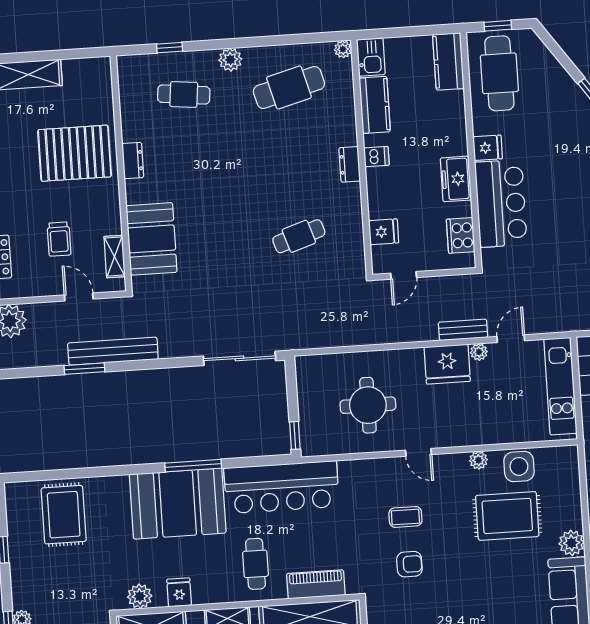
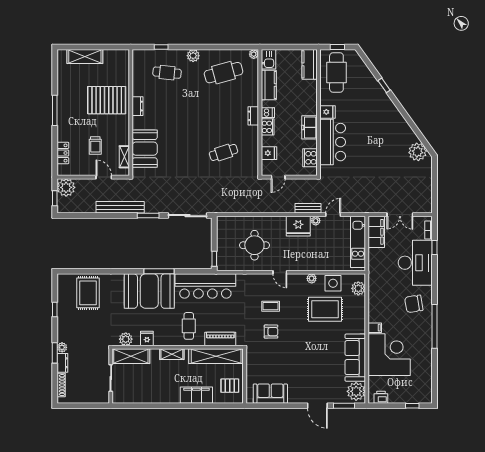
cooker: (378, 183) -> (268, 127), added
window: (84, 369) -> (148, 216), moved
plant: (572, 543) -> (358, 288), moved

